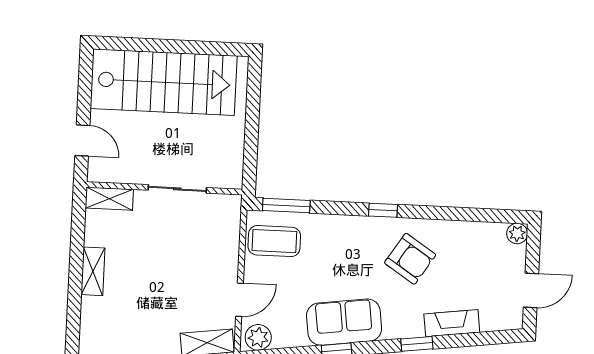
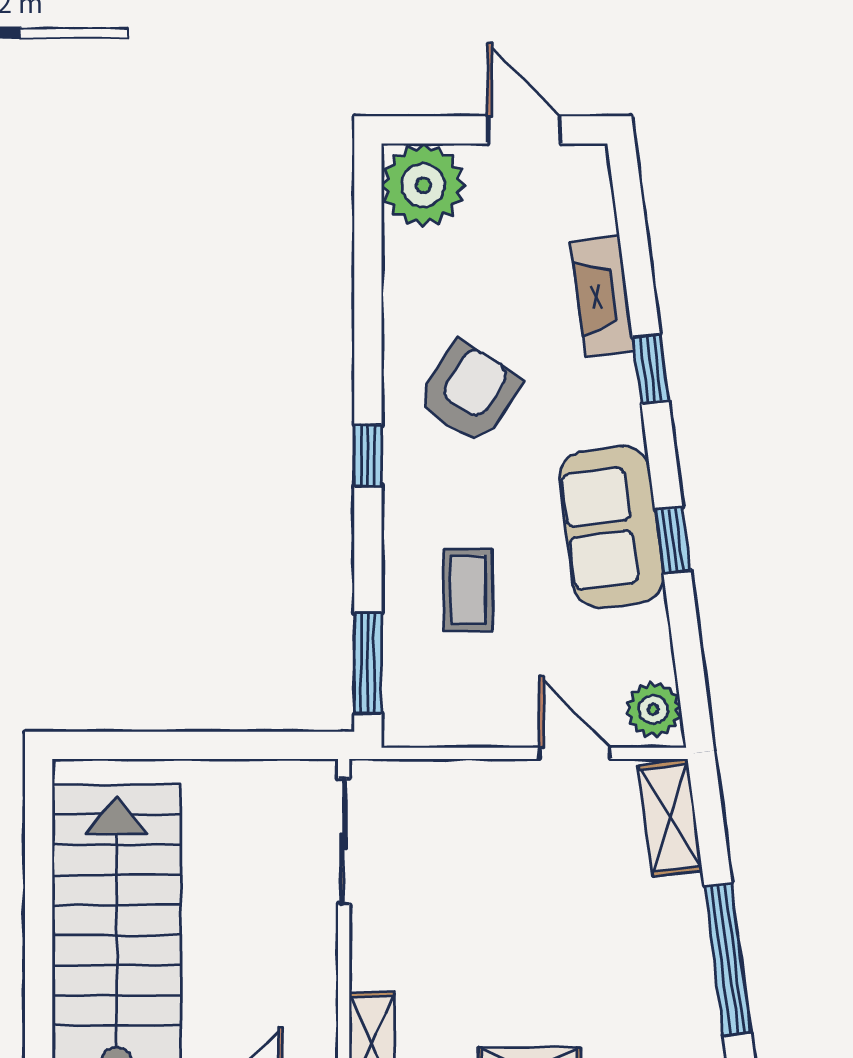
sliding door: (177, 189) -> (344, 841), moved
plant: (517, 233) -> (423, 185), width x1.88, depth x1.88
coffee table: (274, 241) -> (468, 590), moved, width x0.73, depth x0.77

